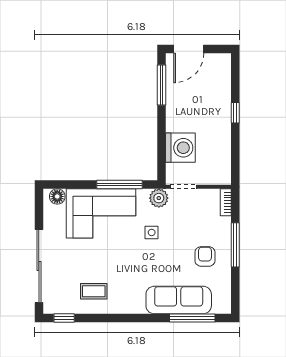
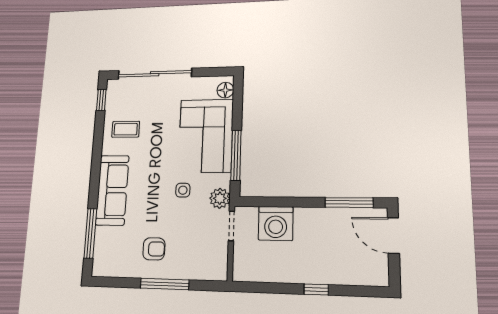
bookcase: (226, 202) -> (212, 274), removed
coffee table: (94, 291) -> (126, 129), turned 90
sofa: (179, 300) -> (112, 190), moved

